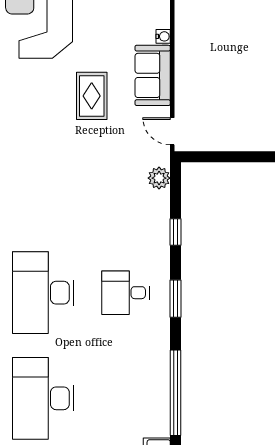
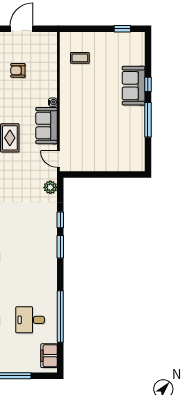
desk: (125, 293) -> (30, 320), moved
window: (176, 299) -> (60, 247), moved

